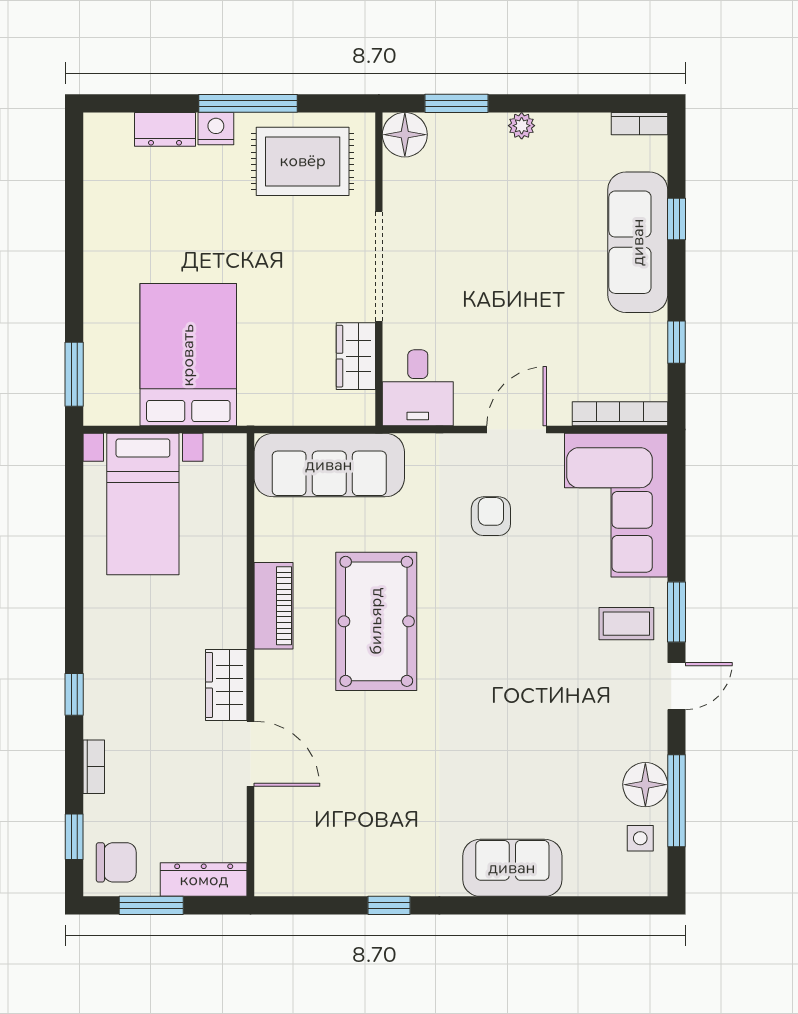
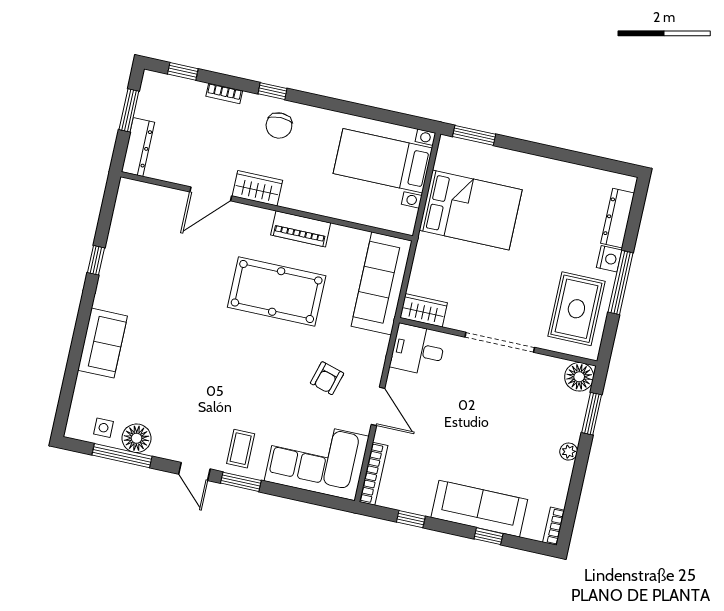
dresser: (165, 129) -> (618, 218), width x1.44
wardrobe: (356, 356) -> (424, 310), moved
armchair: (491, 516) -> (327, 378), turned 106
chair: (116, 862) -> (279, 126), moved

